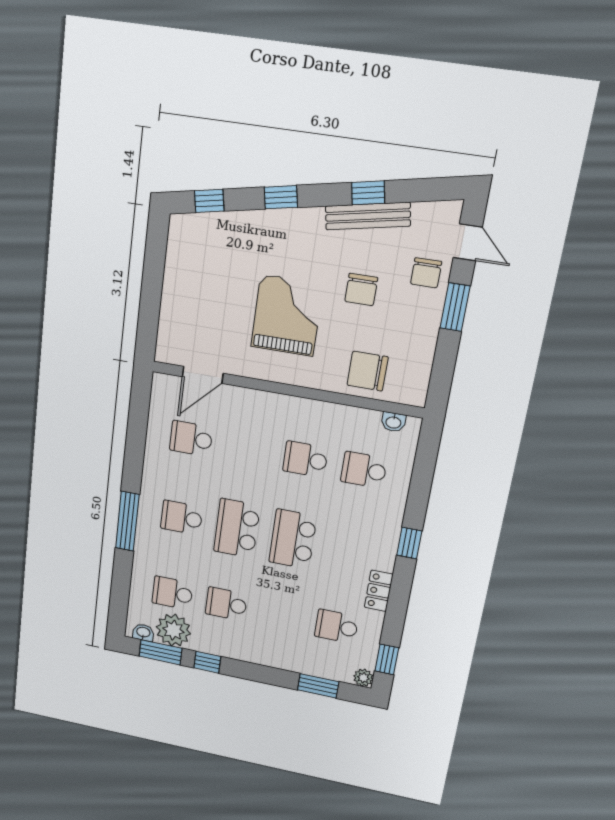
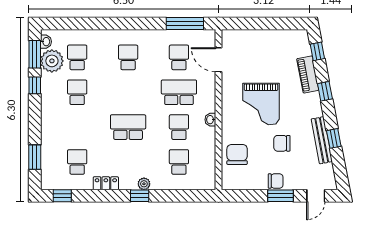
piano: (247, 224) -> (308, 74), added
chair: (426, 273) -> (276, 181), moved, turned 180
grand piano: (287, 315) -> (261, 104), turned 90
washbasin: (393, 422) -> (210, 120), moved
window: (127, 521) -> (185, 24), moved
school desk: (237, 528) -> (179, 92), moved
plant: (363, 678) -> (144, 184), moved

